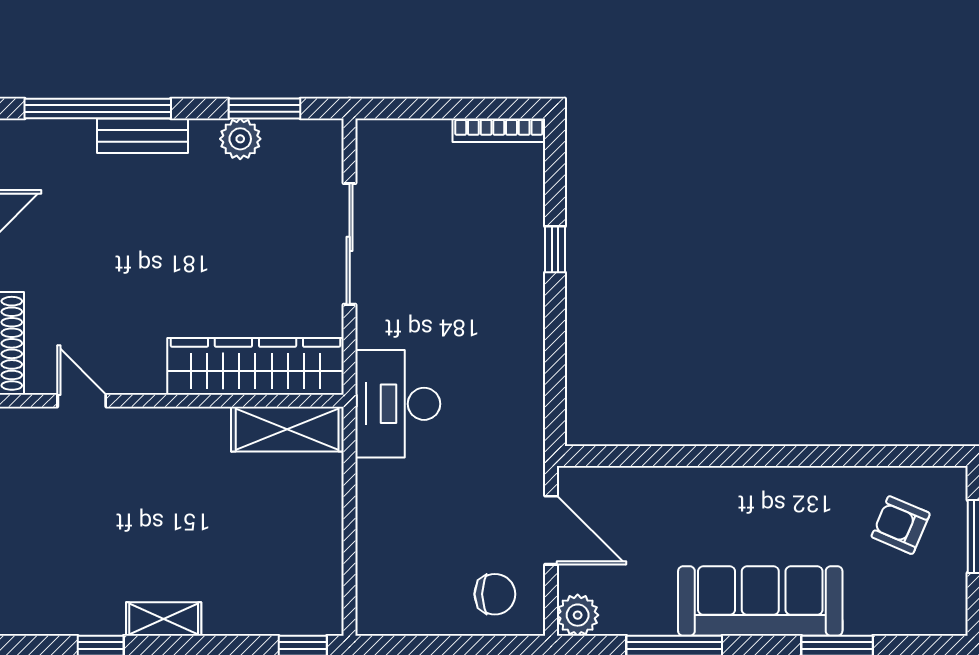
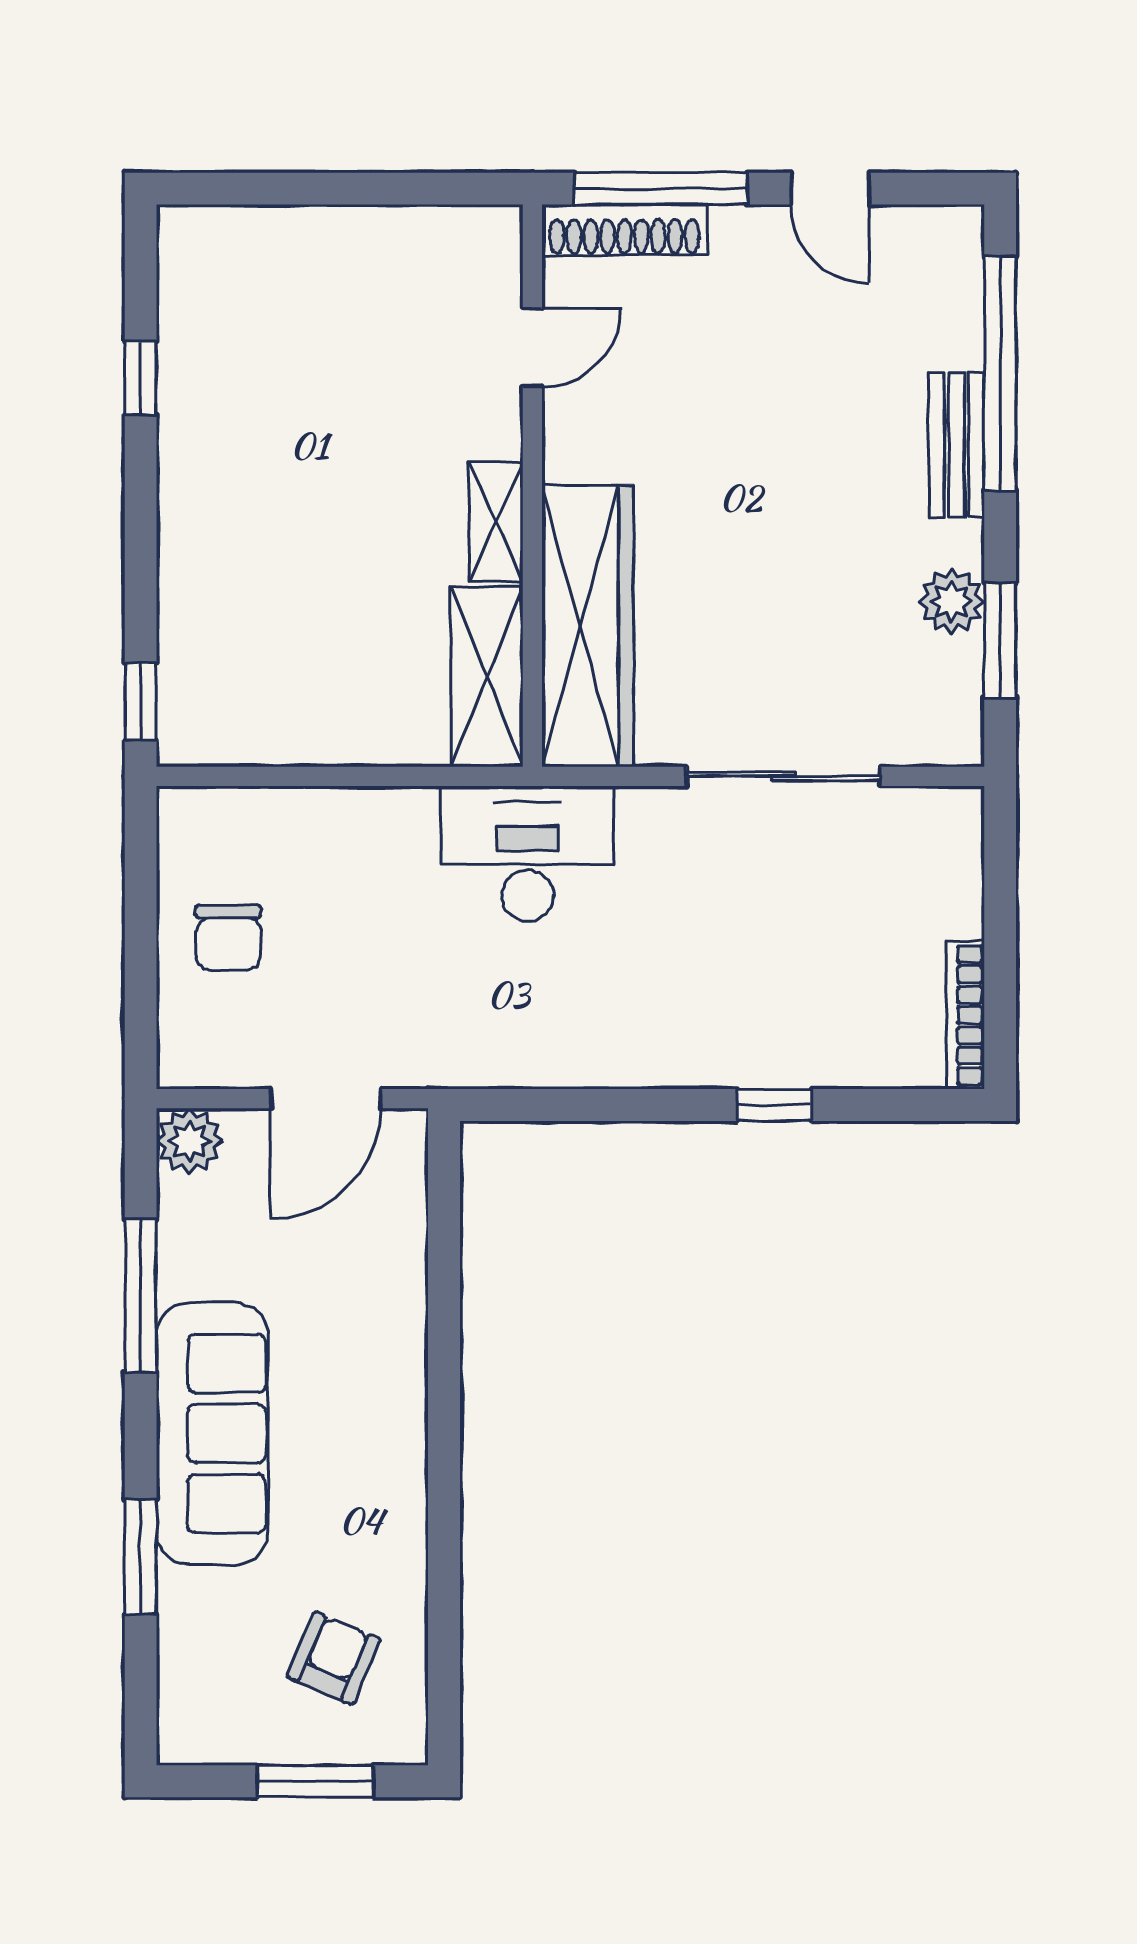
chair: (495, 594) -> (228, 938), moved
shelving: (164, 619) -> (496, 522), moved

